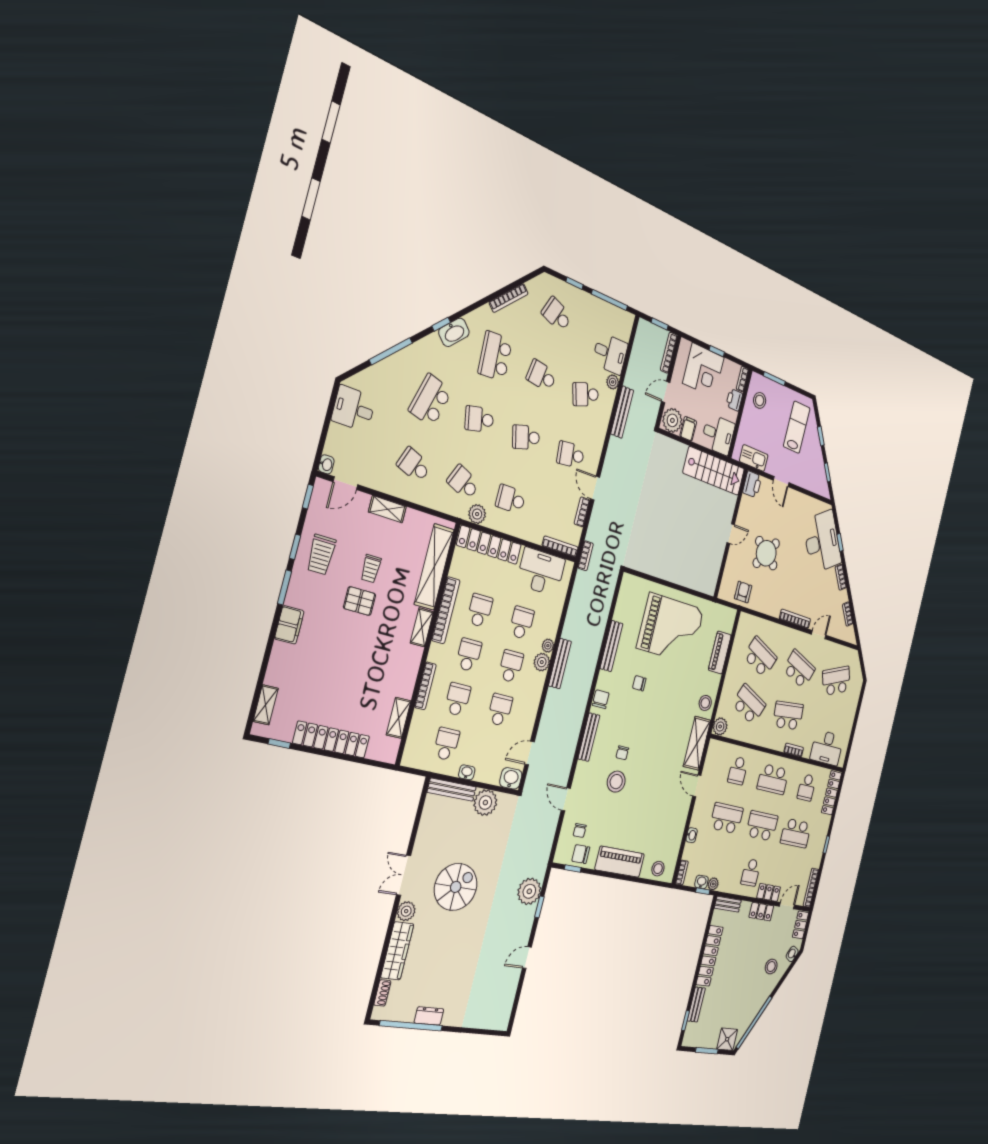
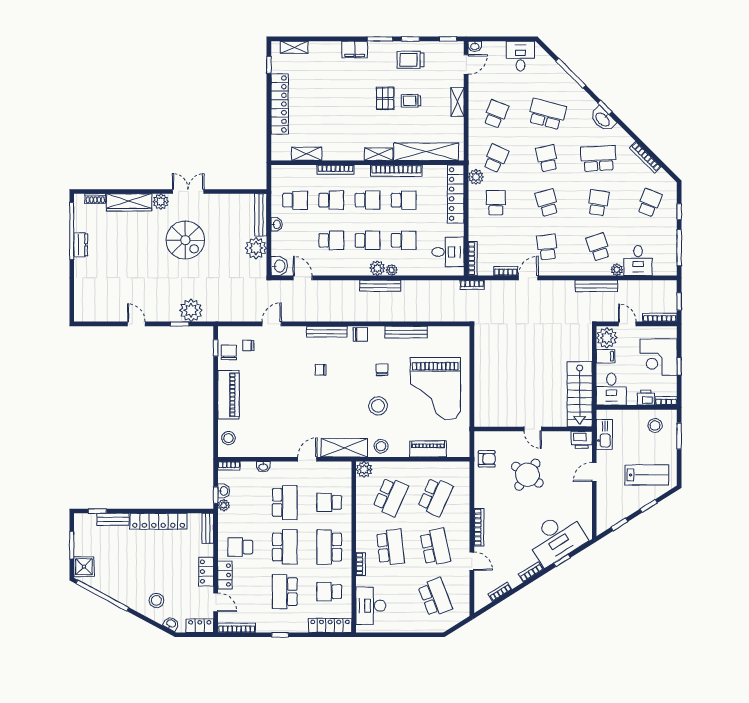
door: (345, 483) -> (466, 64), swing flipped
desk: (541, 572) -> (448, 252), width x0.73
school desk: (799, 669) -> (435, 547), turned -33
stool: (616, 782) -> (378, 406), moved

